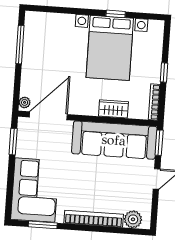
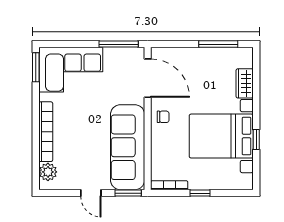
plant: (25, 102) -> (160, 53), removed
chair: (87, 103) -> (163, 117), added
wardrobe: (113, 109) -> (245, 83), moved, turned 180
window: (13, 142) -> (119, 44), width x1.44
window: (43, 225) -> (36, 67), moved

